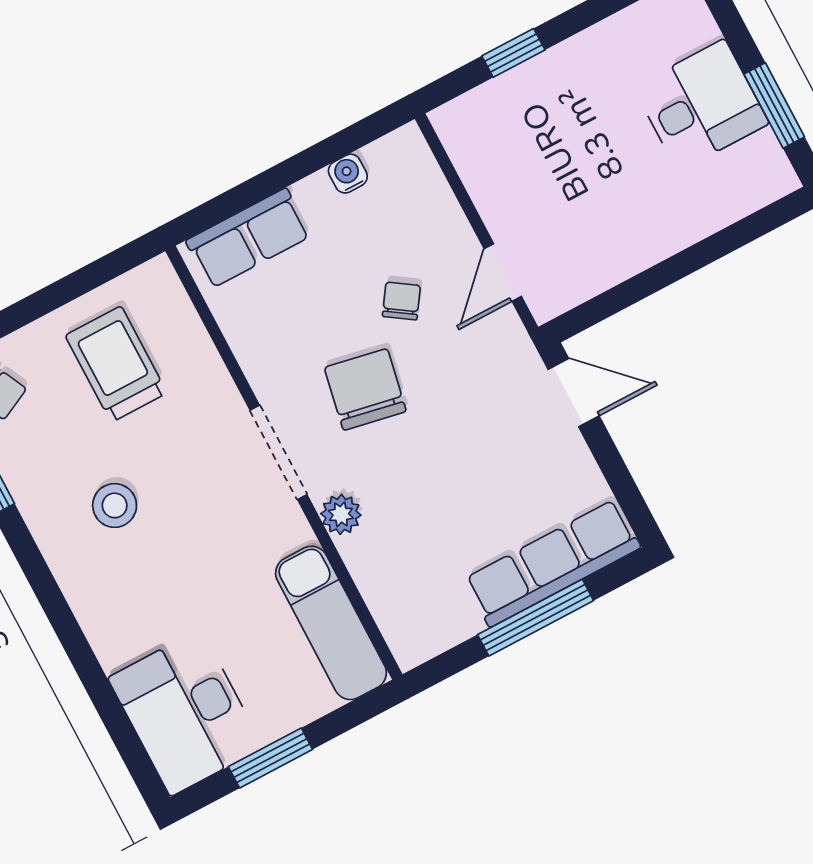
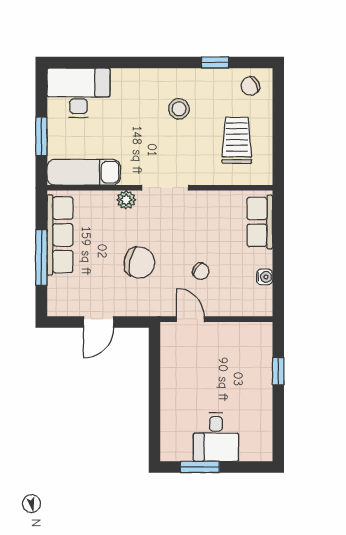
trolley: (116, 364) -> (237, 140), turned -90
chair: (365, 389) -> (139, 263), moved
door: (574, 393) -> (99, 322), moved
row of seats: (552, 563) -> (60, 235), moved
window: (270, 758) -> (41, 136), moved

